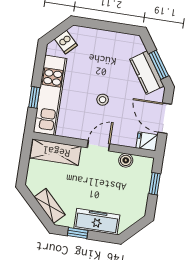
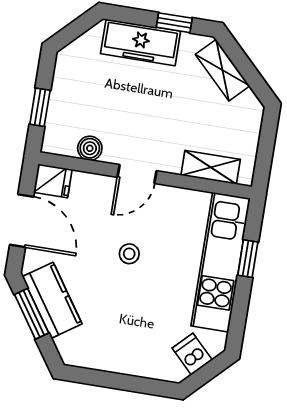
shelving: (56, 152) -> (211, 167), width x0.67, depth x0.75

